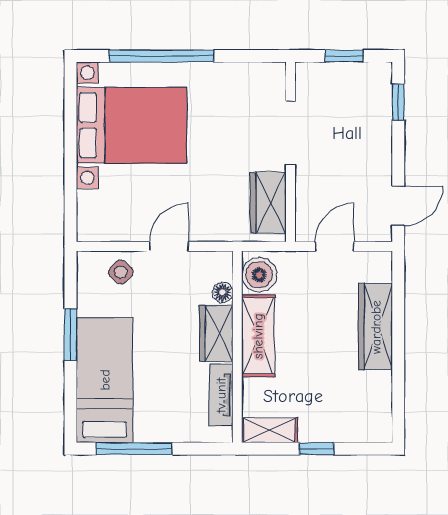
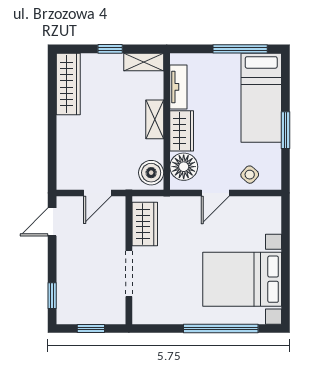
floor lamp: (223, 292) -> (184, 167), width x1.89, depth x1.89
wardrobe: (376, 327) -> (68, 84), moved
shelving: (258, 336) -> (155, 119), width x0.67, depth x0.75

